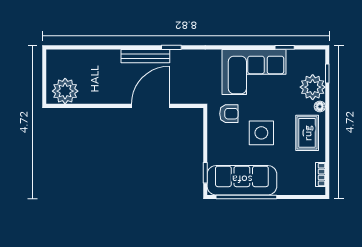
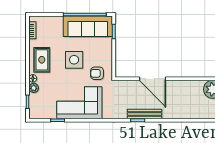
bench: (145, 56) -> (144, 114), moved
plant: (313, 87) -> (34, 88), width x0.53, depth x0.53
door: (151, 106) -> (152, 79), hinge flipped

